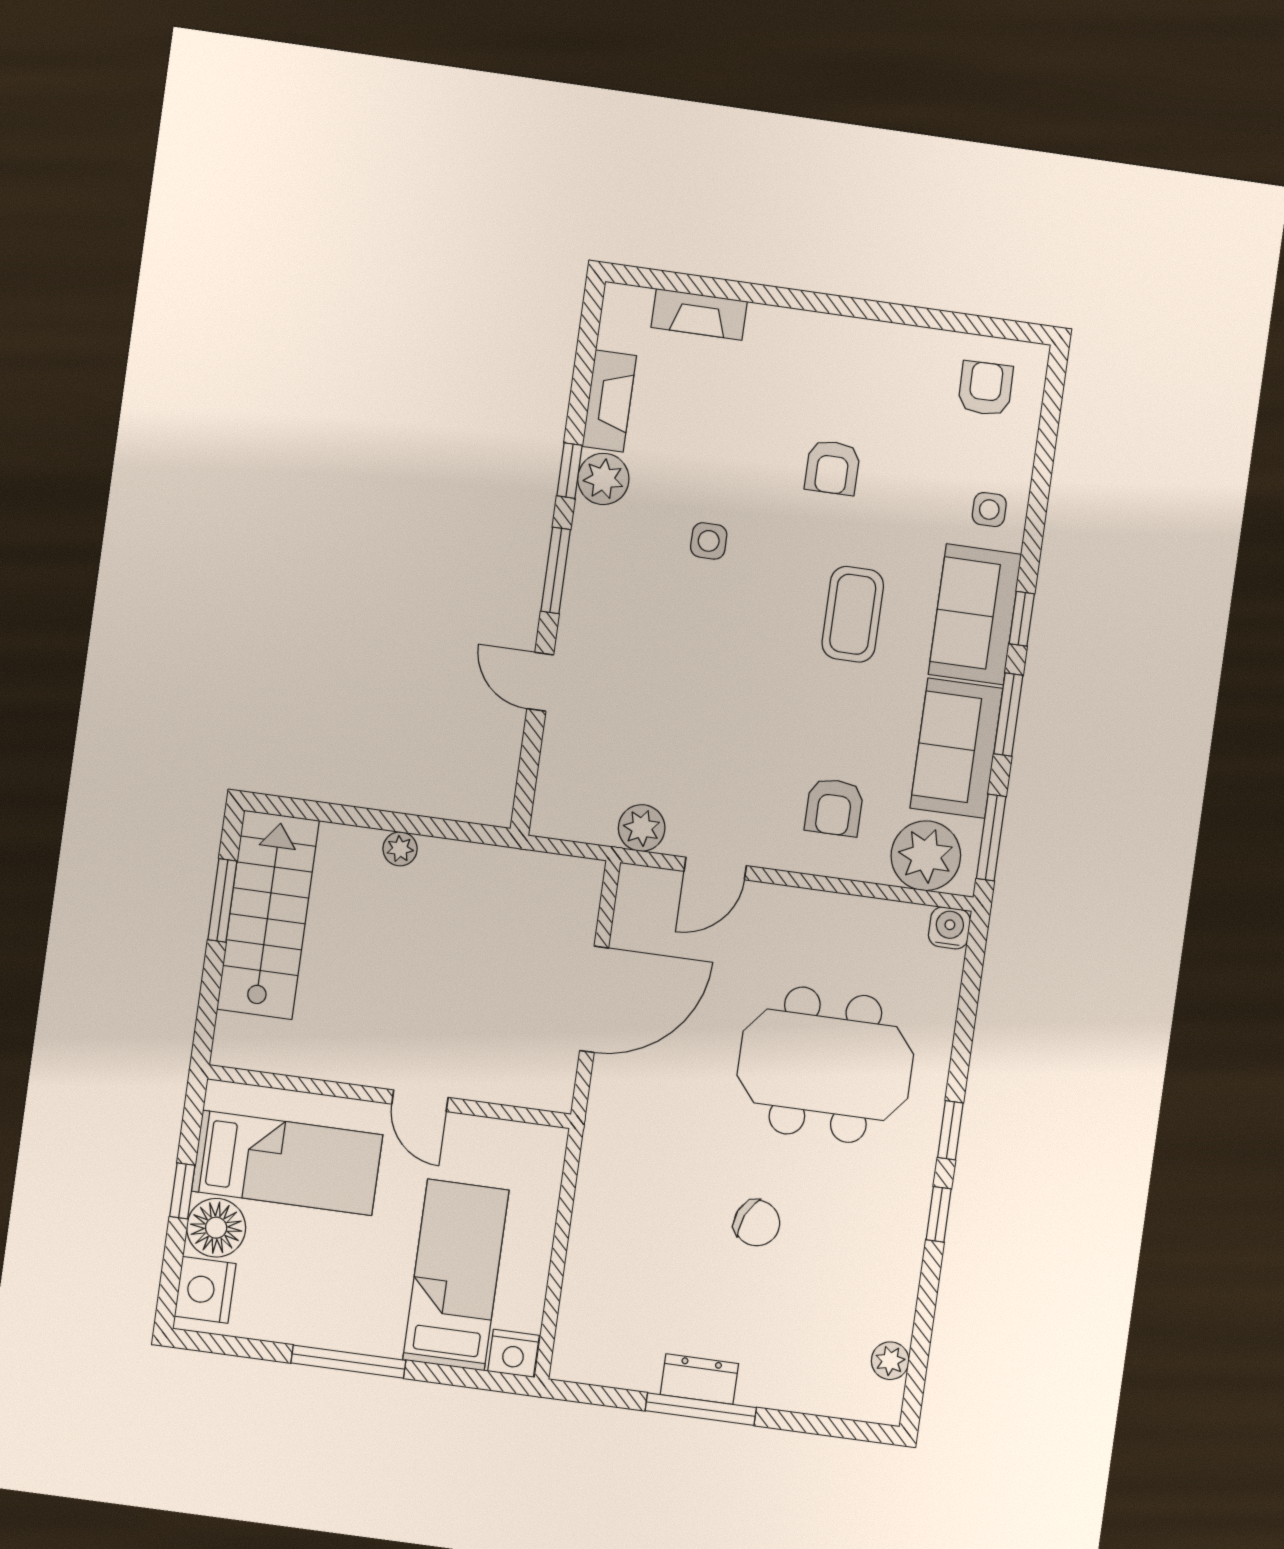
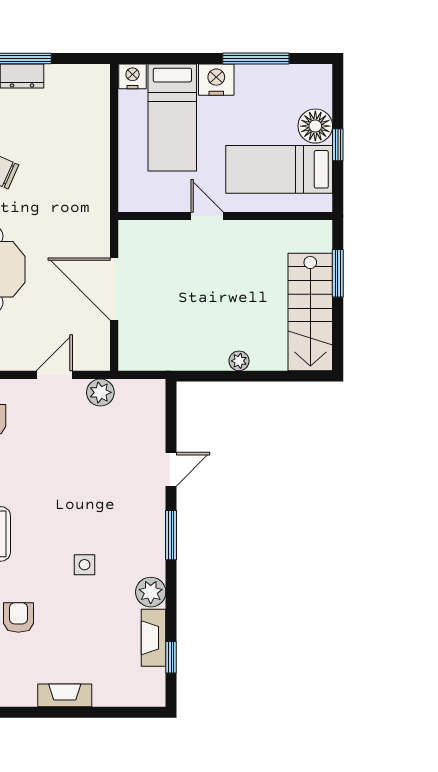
fireplace: (699, 314) -> (65, 695), moved
window: (570, 471) -> (171, 657), moved
door: (540, 682) -> (171, 469), hinge flipped
window: (222, 900) -> (338, 273), moved
door: (594, 999) -> (114, 289), hinge flipped
nightstand: (205, 1290) -> (216, 80), moved, turned -90
window: (348, 1362) -> (256, 58), moved

